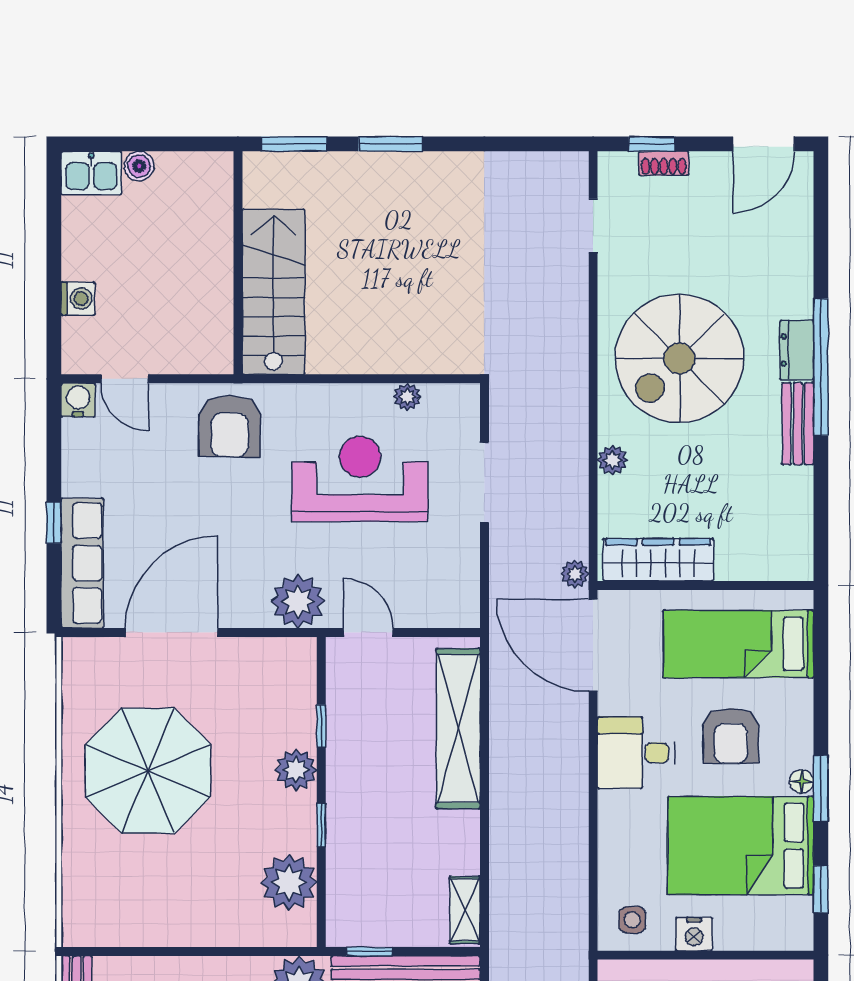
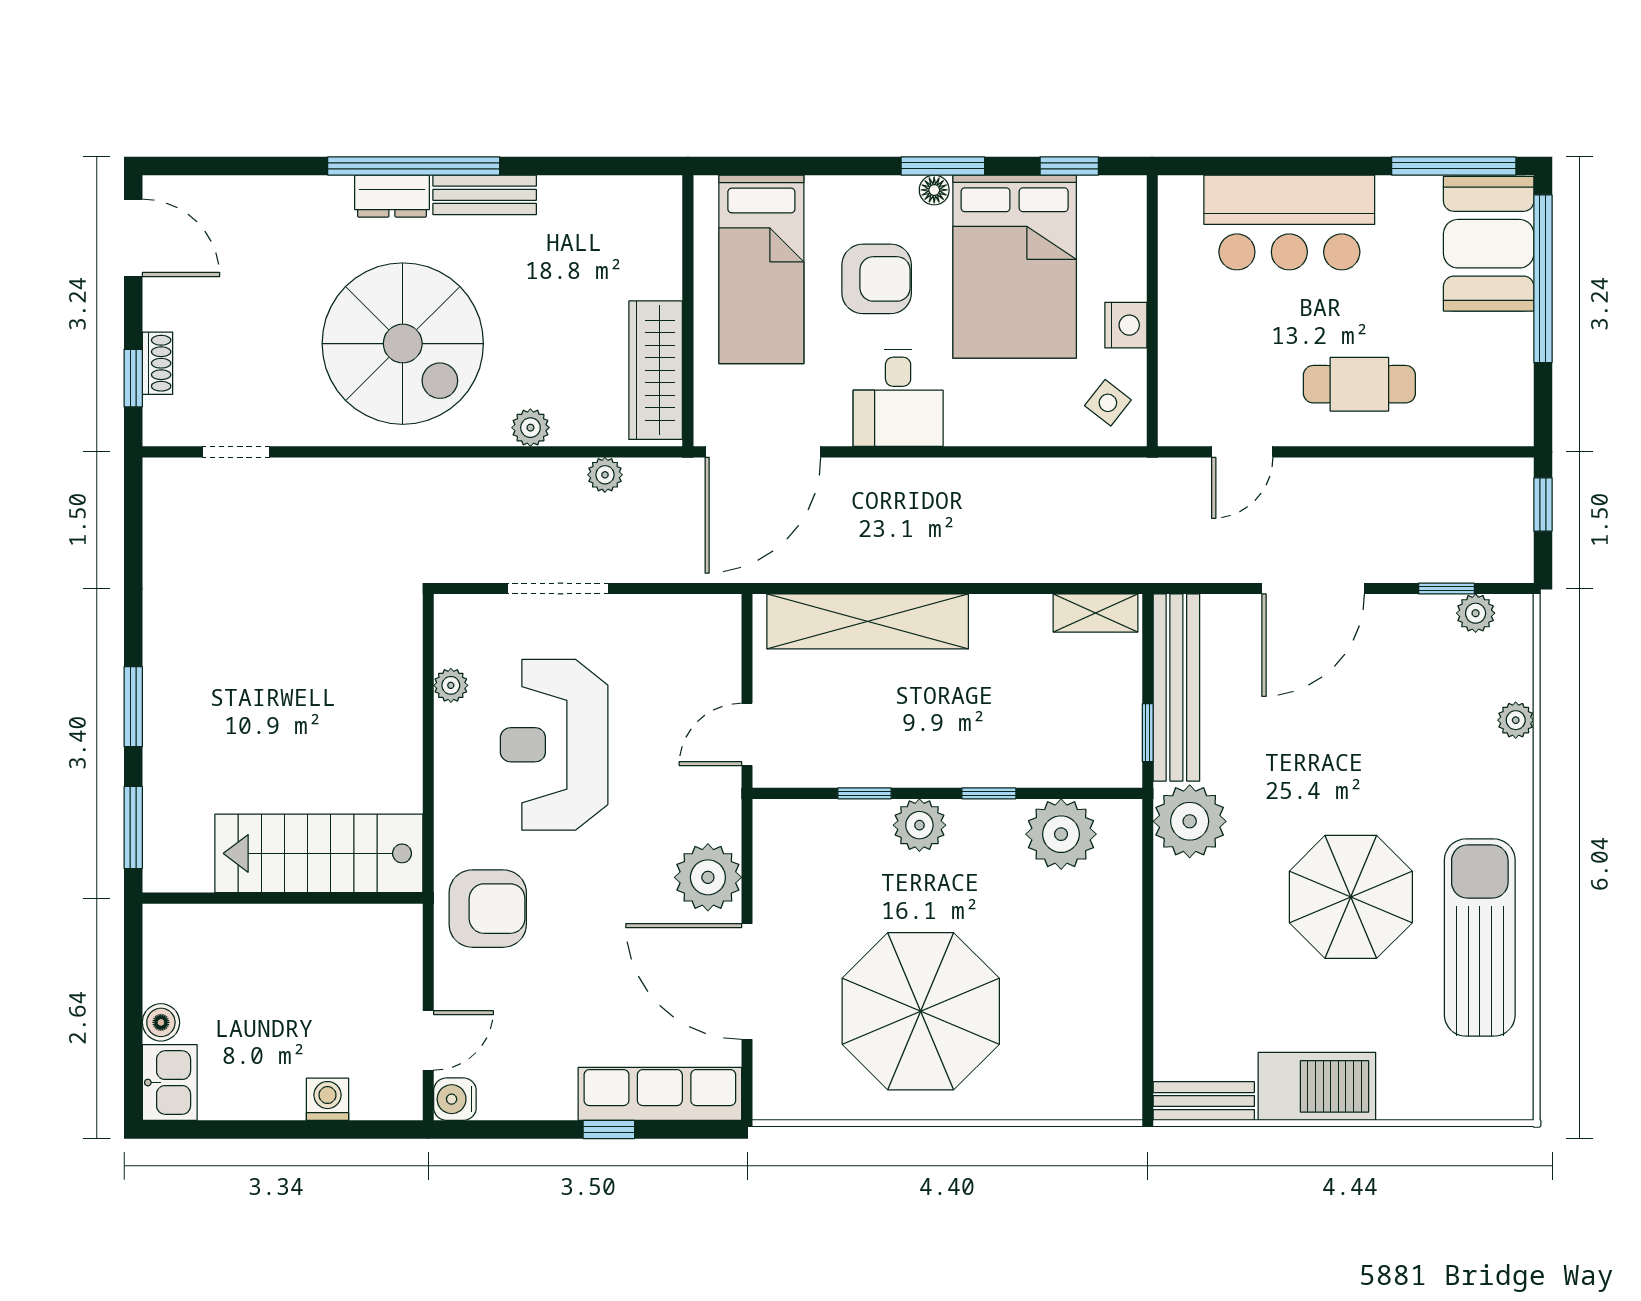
plant: (575, 574) -> (605, 475), moved
plant: (298, 601) -> (708, 877), moved
side table: (632, 920) -> (1108, 403), turned 38

